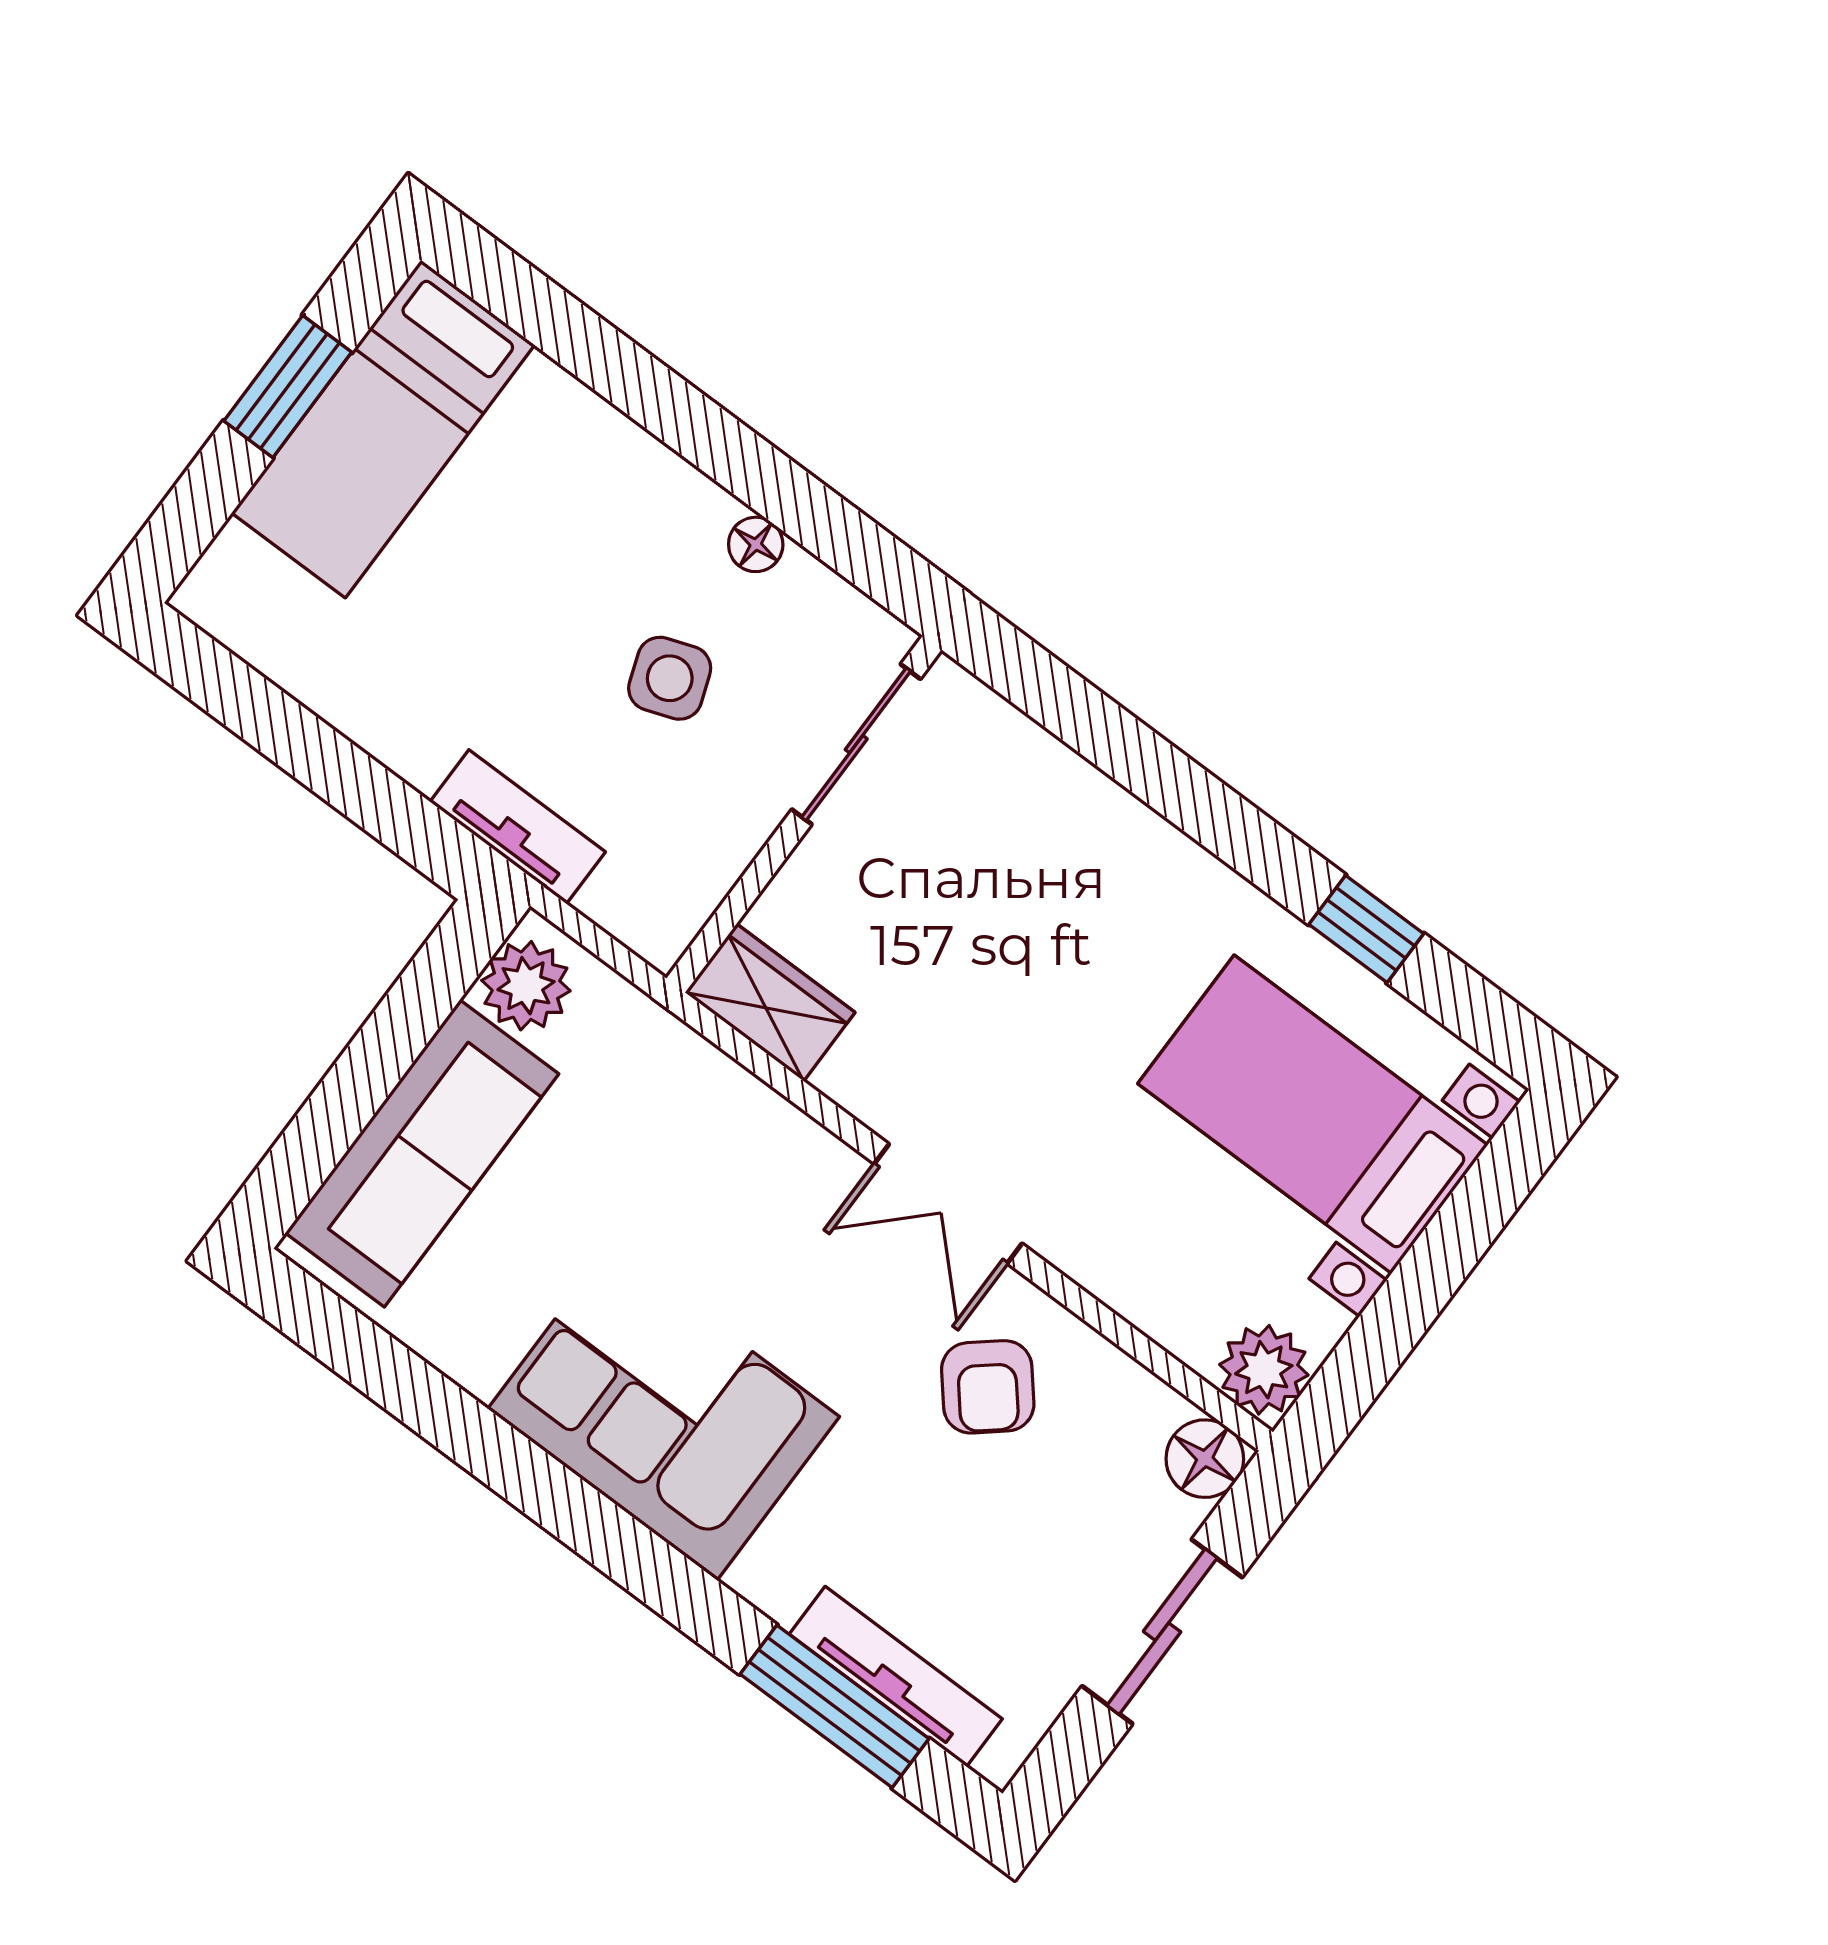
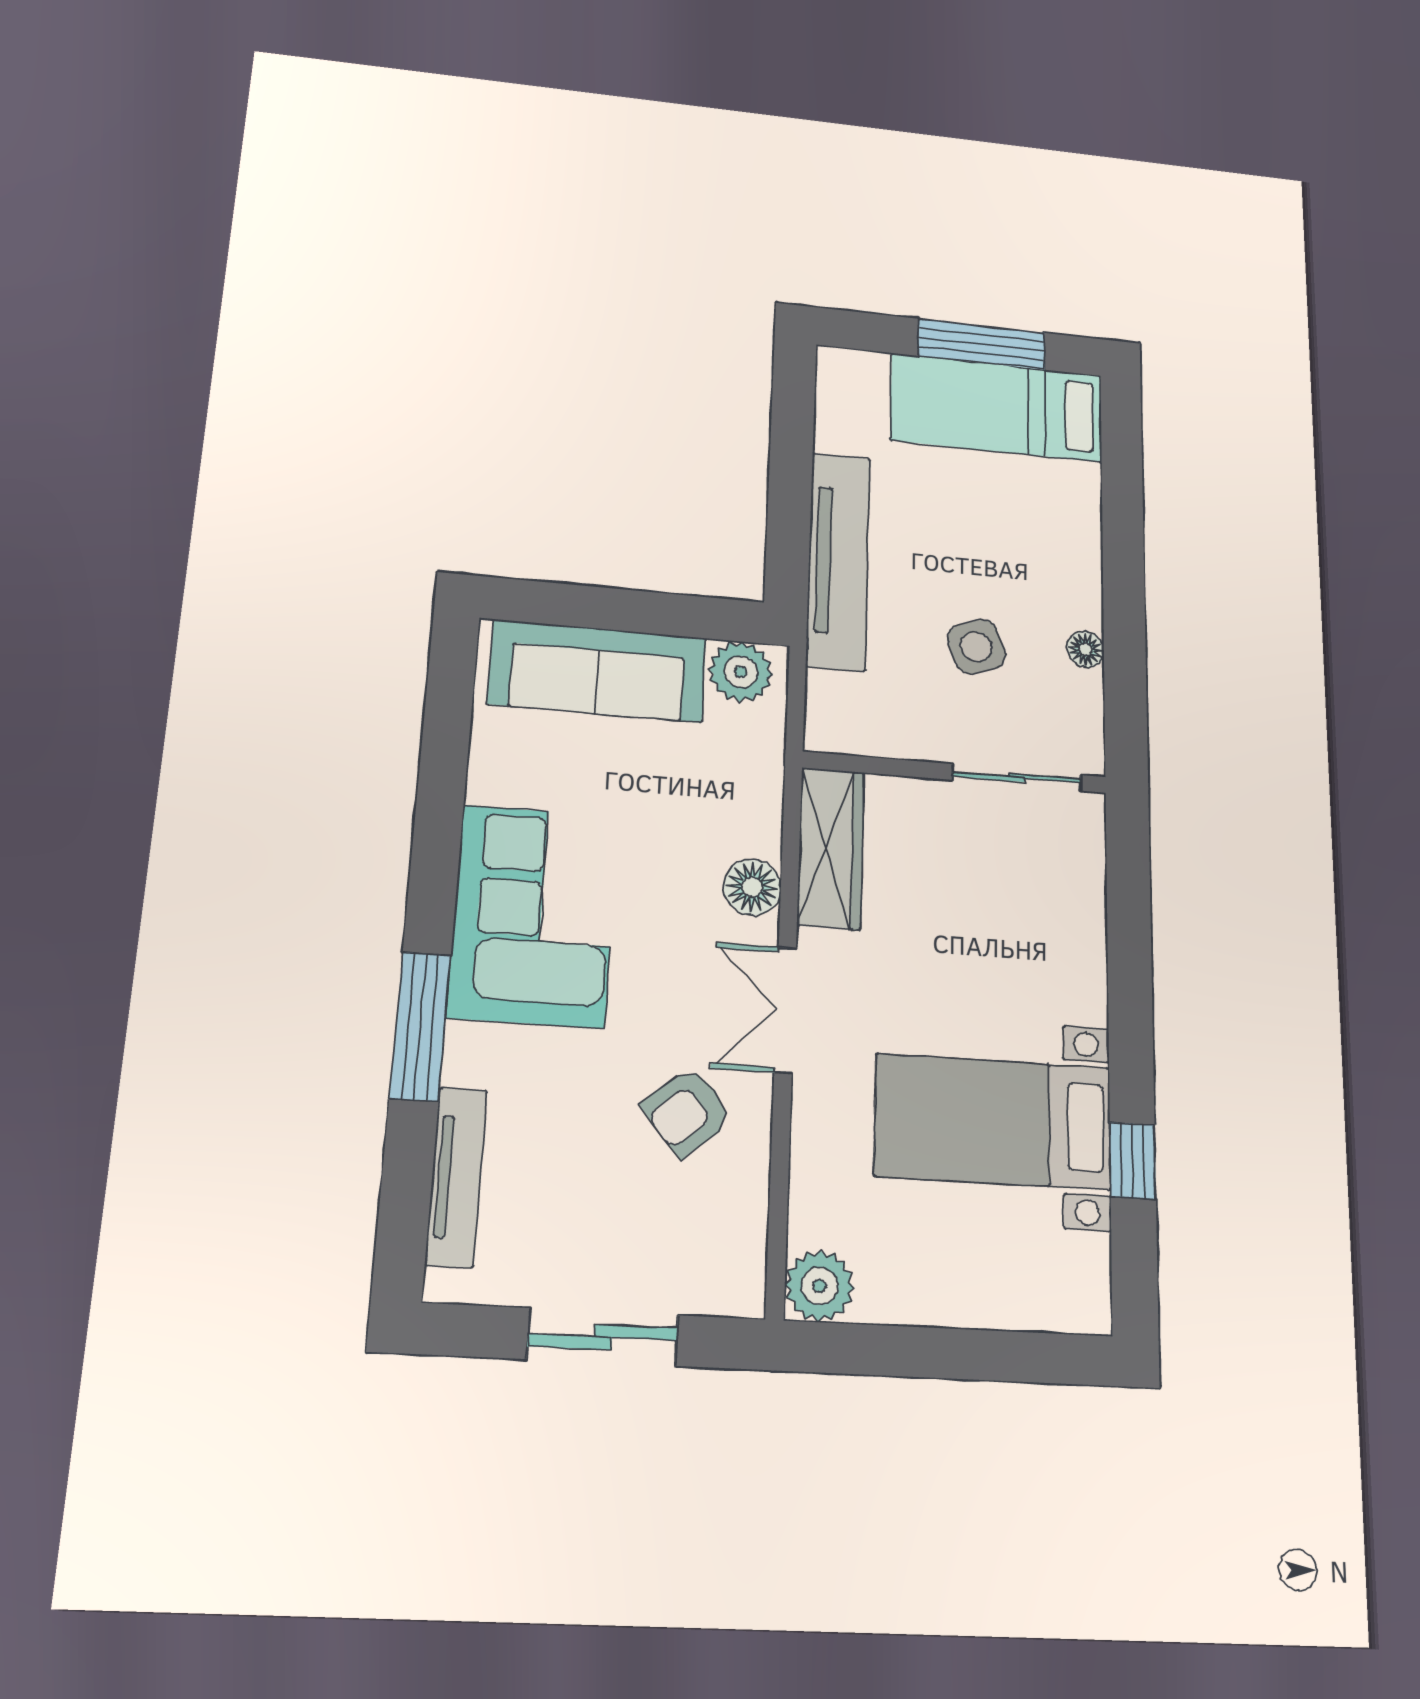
window: (288, 387) -> (982, 344), width x1.44
tv unit: (518, 827) -> (838, 561), width x1.92, depth x1.29
wardrobe: (770, 1002) -> (831, 848), width x1.50
bed with nightstands: (1313, 1114) -> (993, 1122), moved, turned -90
floor lamp: (1205, 1459) -> (752, 887), moved
window: (834, 1706) -> (420, 1026), moved

